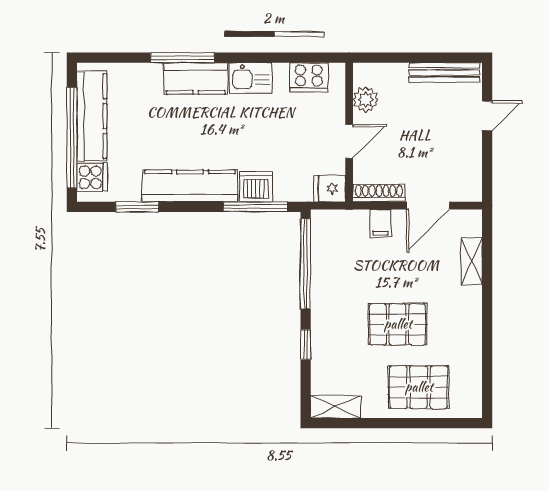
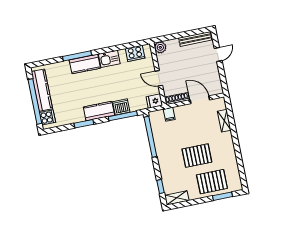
plant: (366, 99) -> (160, 47), moved
door: (349, 141) -> (159, 78), swing flipped
kitchen counter: (190, 186) -> (99, 111), width x0.67
door: (428, 206) -> (200, 100), swing flipped
window: (137, 207) -> (84, 124), moved
filing cabinet: (380, 223) -> (169, 114), moved
window: (306, 345) -> (160, 186), moved
window: (435, 423) -> (223, 196), added

